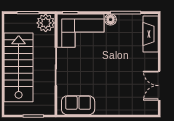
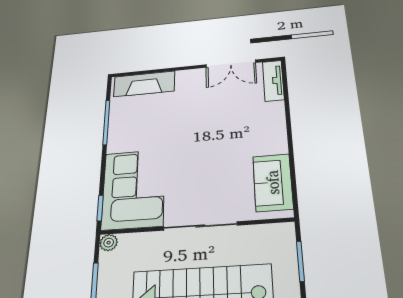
floor lamp: (111, 20) -> (117, 143), removed
plant: (46, 23) -> (109, 243), width x0.53, depth x0.53
tv unit: (144, 109) -> (273, 81), added

